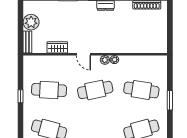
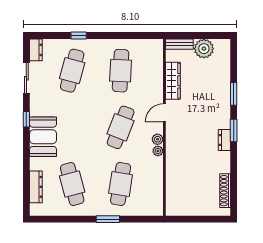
wardrobe: (57, 47) -> (173, 81), width x1.50
cafe table: (95, 90) -> (121, 127), turned 33
window: (20, 96) -> (79, 36), moved

